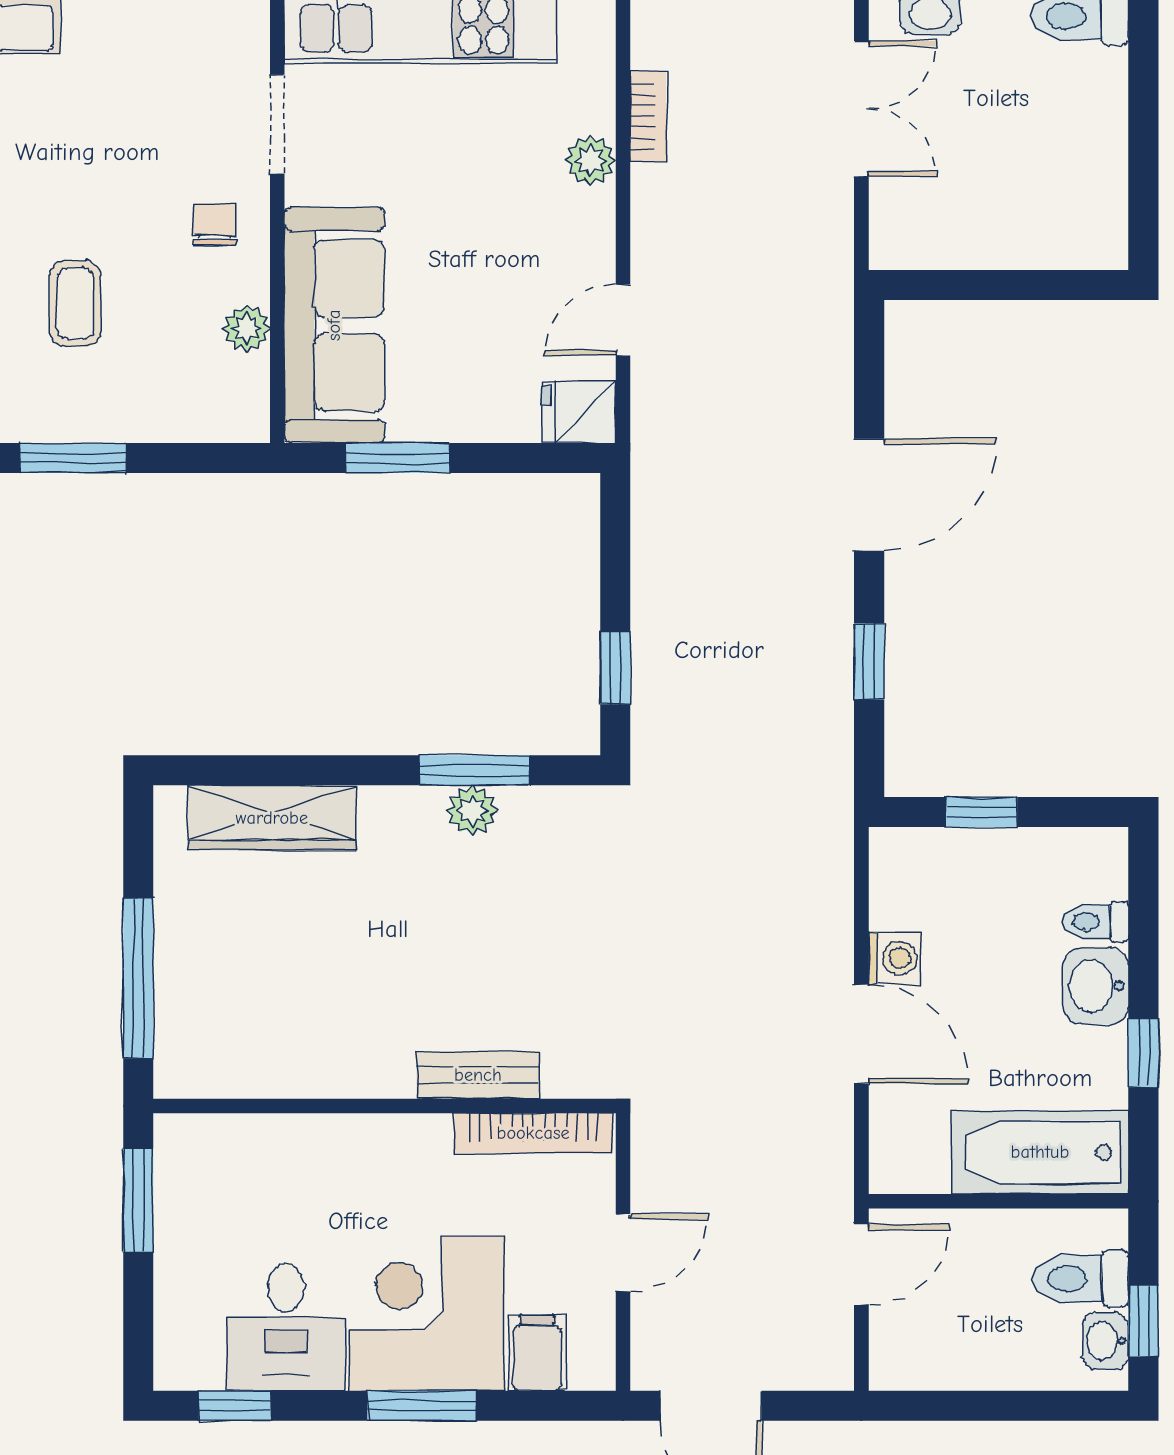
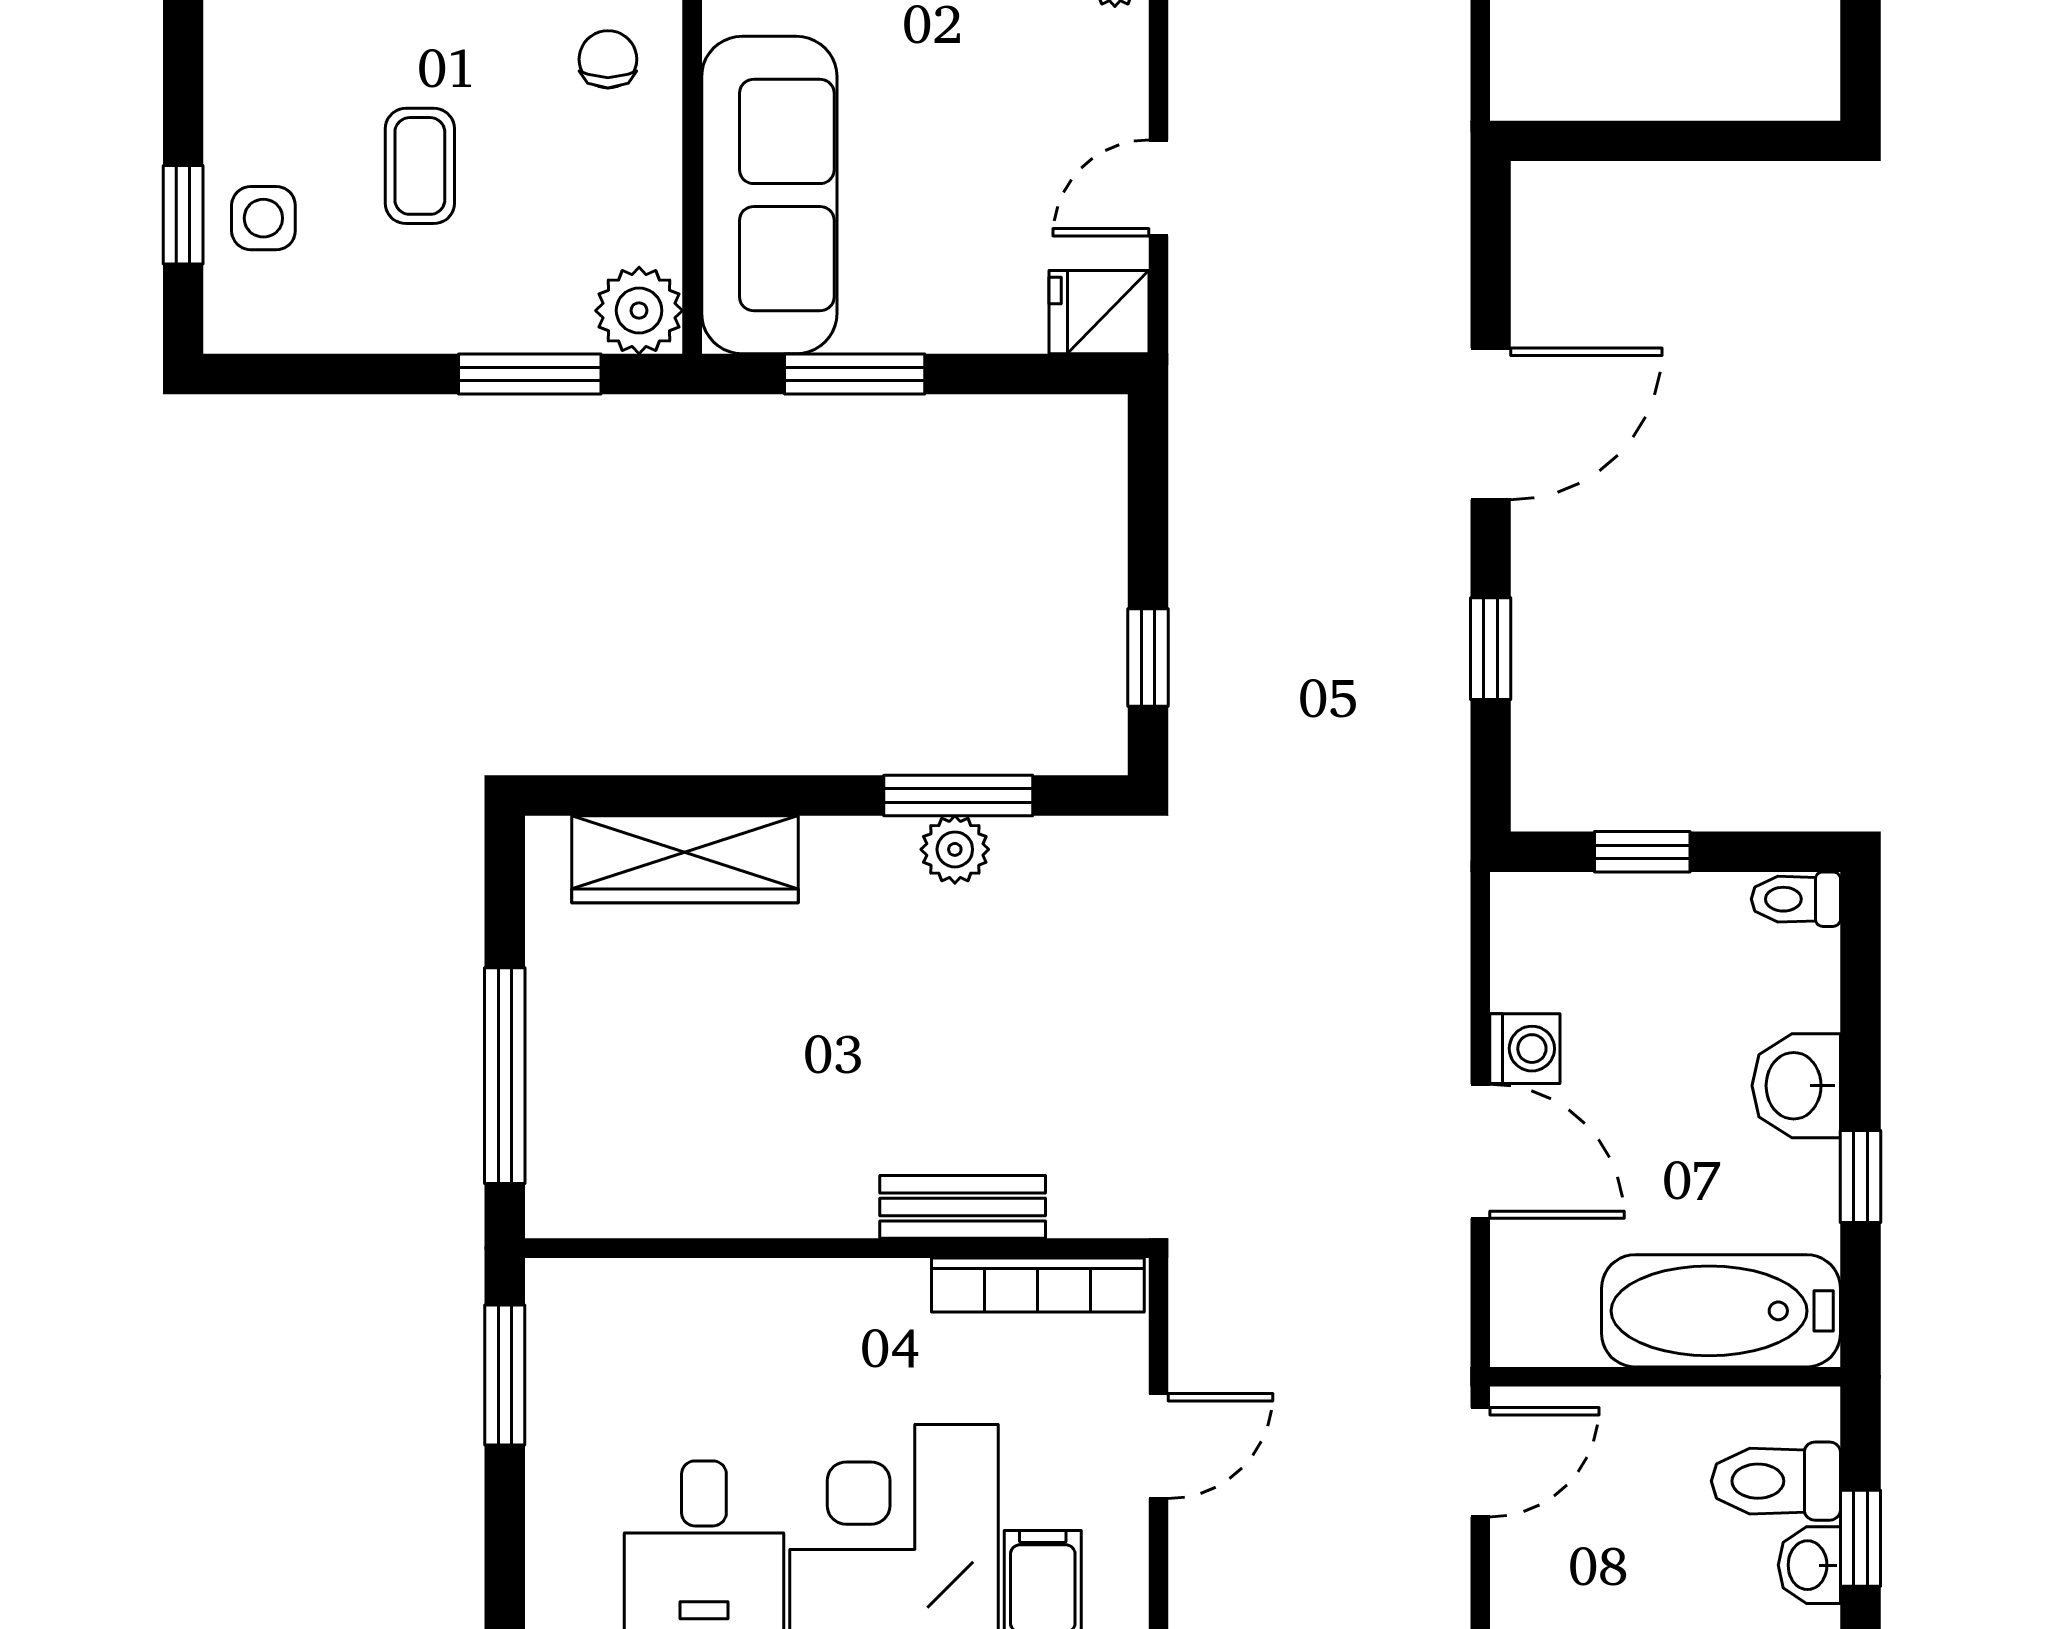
plant: (247, 329) -> (639, 311), moved, width x1.38, depth x1.38
window: (73, 458) -> (530, 374), moved
toilet: (1095, 922) -> (1796, 899), moved

